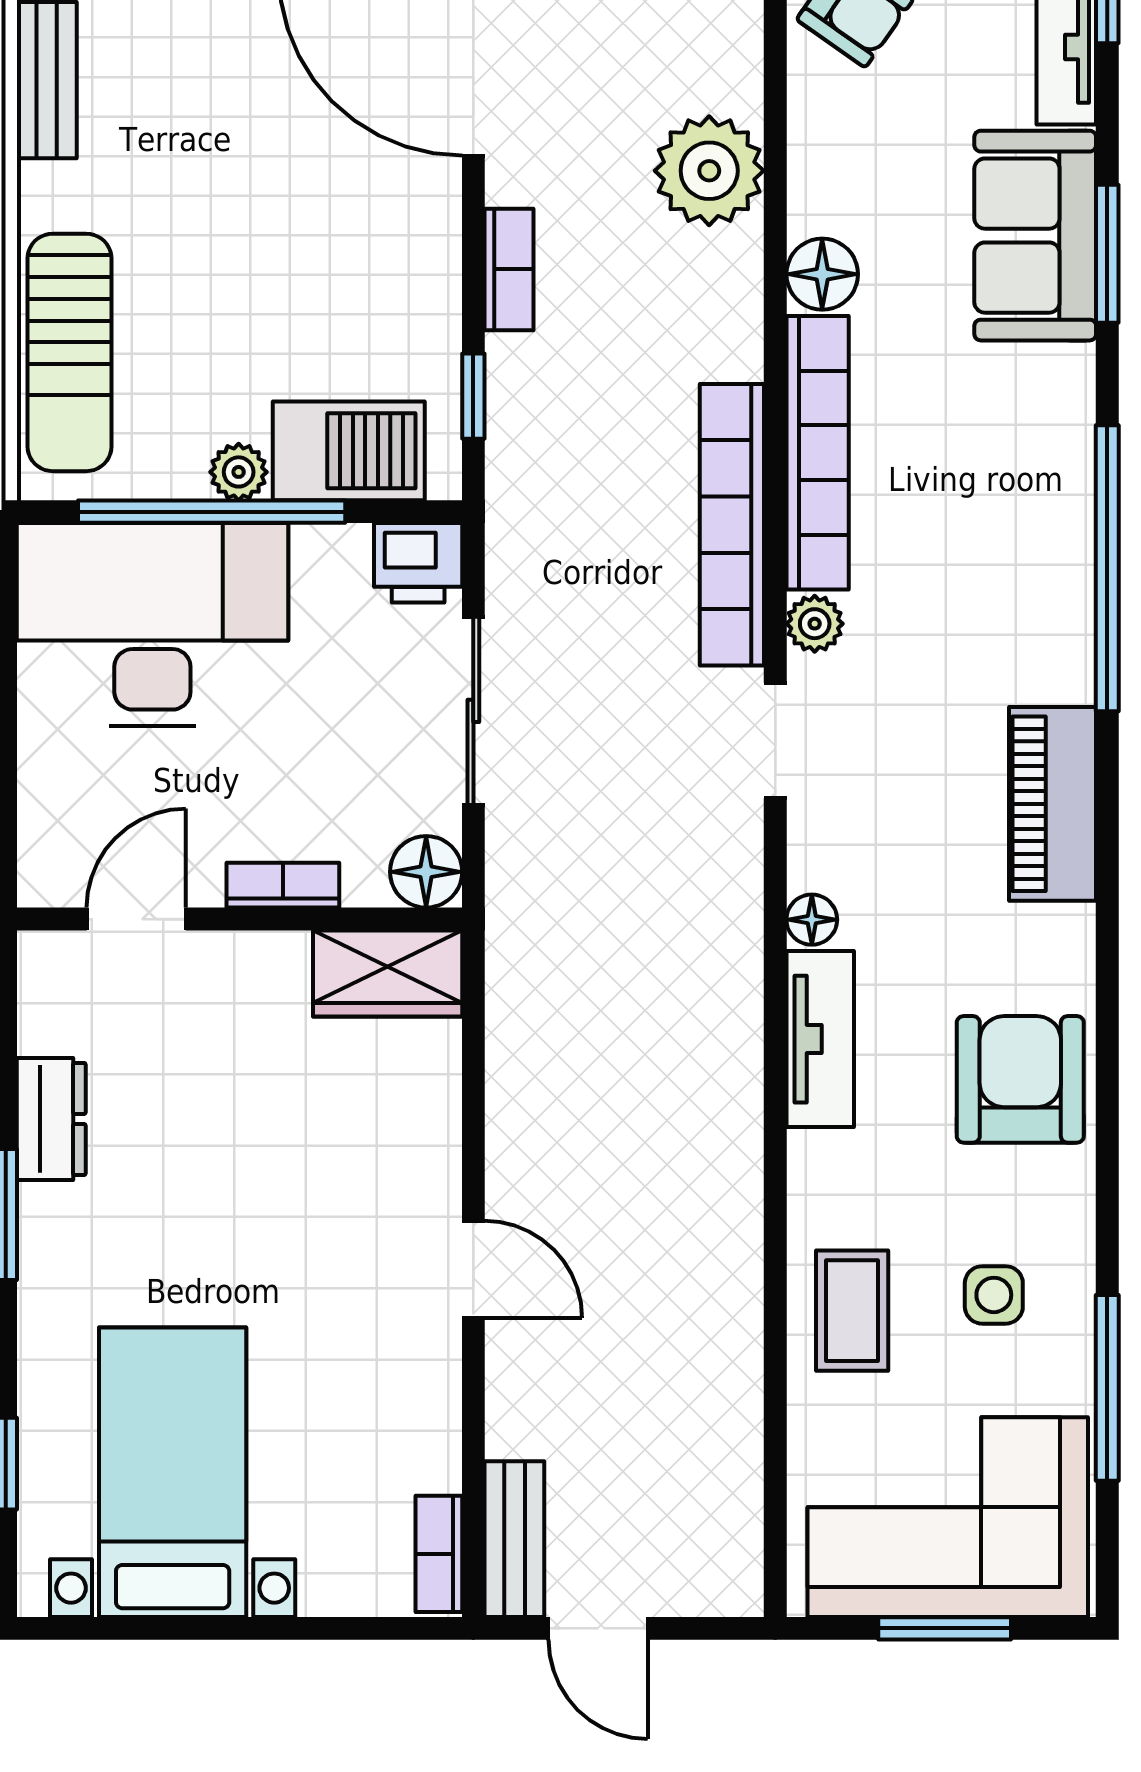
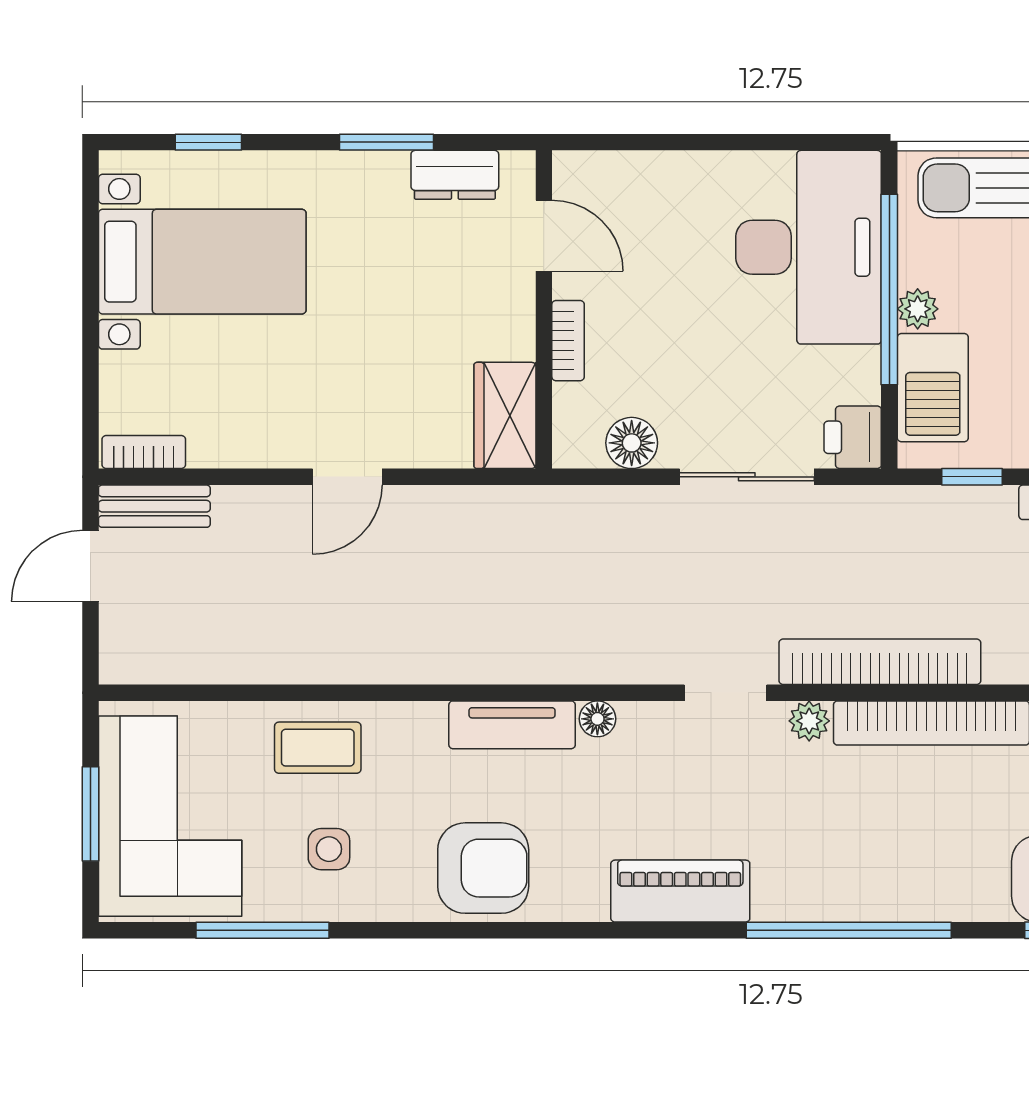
bookcase: (283, 885) -> (568, 341), moved
door: (136, 919) -> (544, 236), moved
wall: (239, 919) -> (544, 309), moved
wardrobe: (388, 974) -> (505, 415), moved

